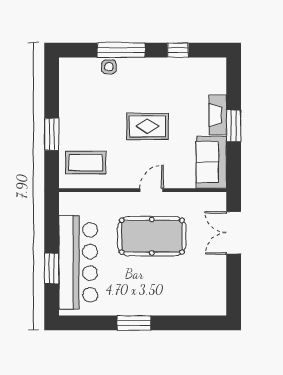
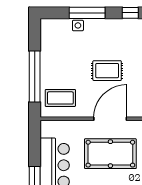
window: (52, 134) -> (35, 76), width x2.11
door: (152, 190) -> (110, 119), width x1.87

